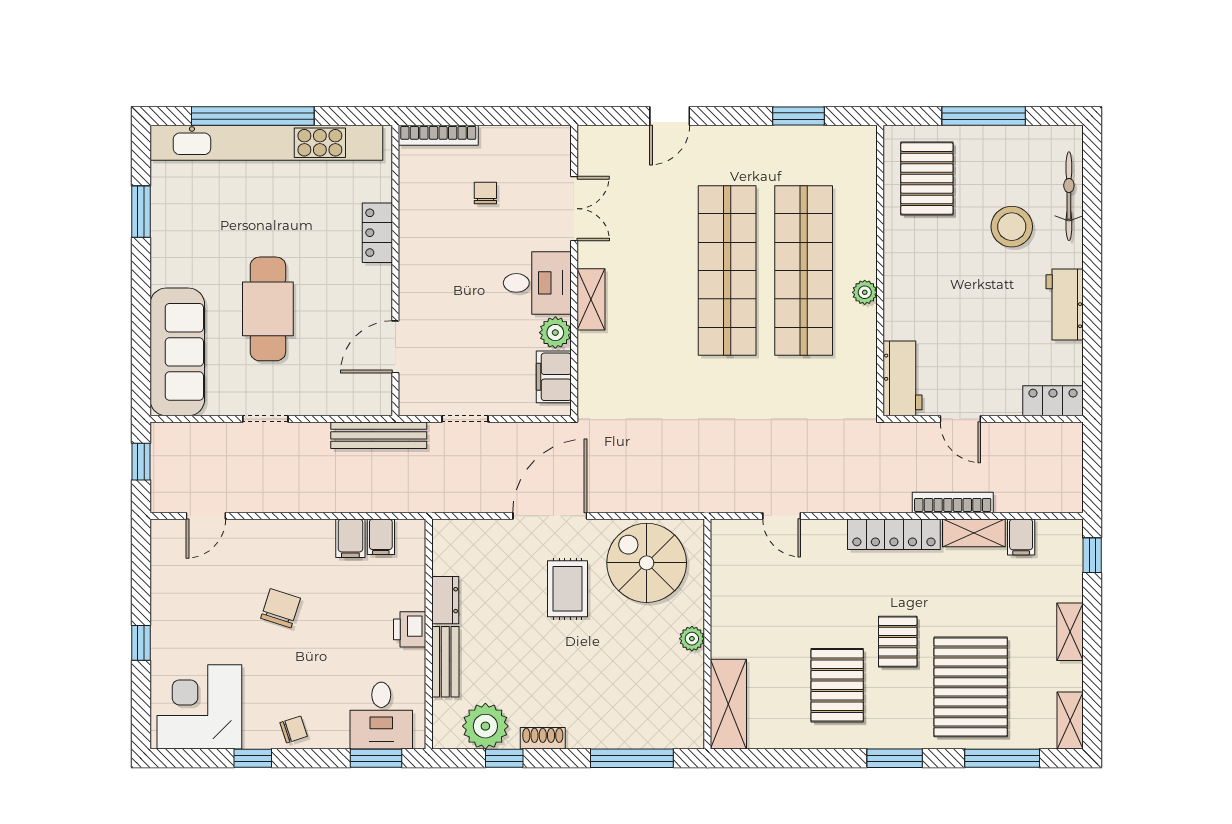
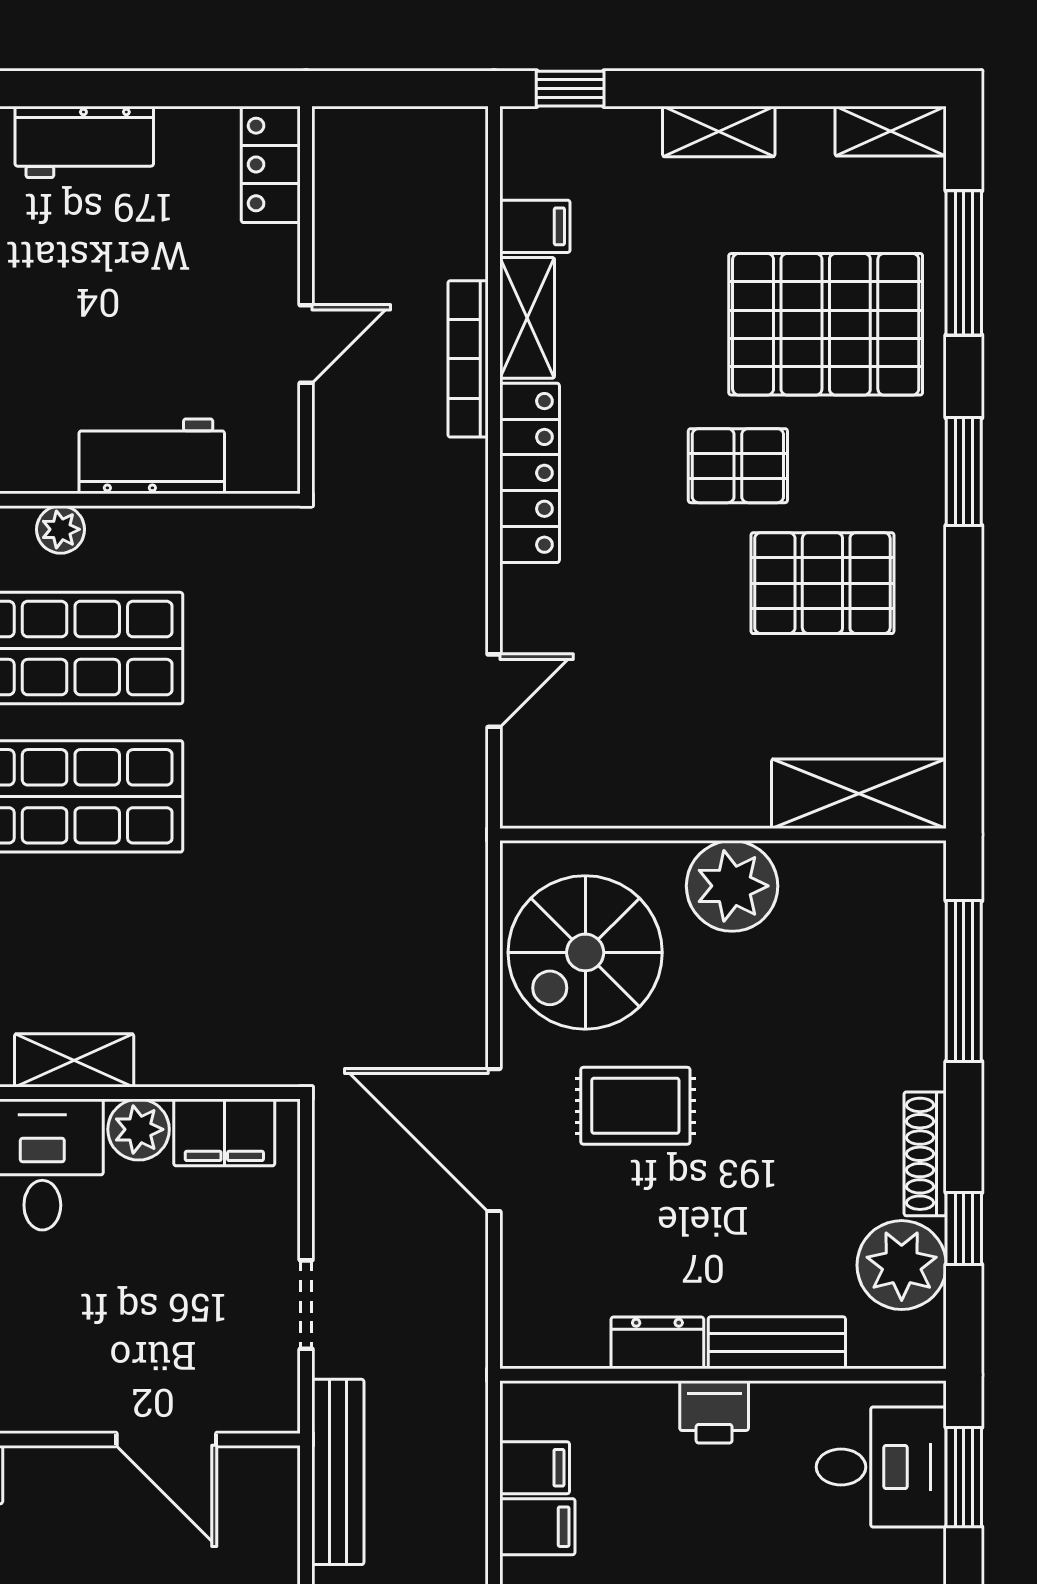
workbench: (902, 378) -> (152, 456), moved
plant: (692, 639) -> (732, 886), width x1.88, depth x1.88
shoe rack: (543, 738) -> (925, 1154), width x1.43

